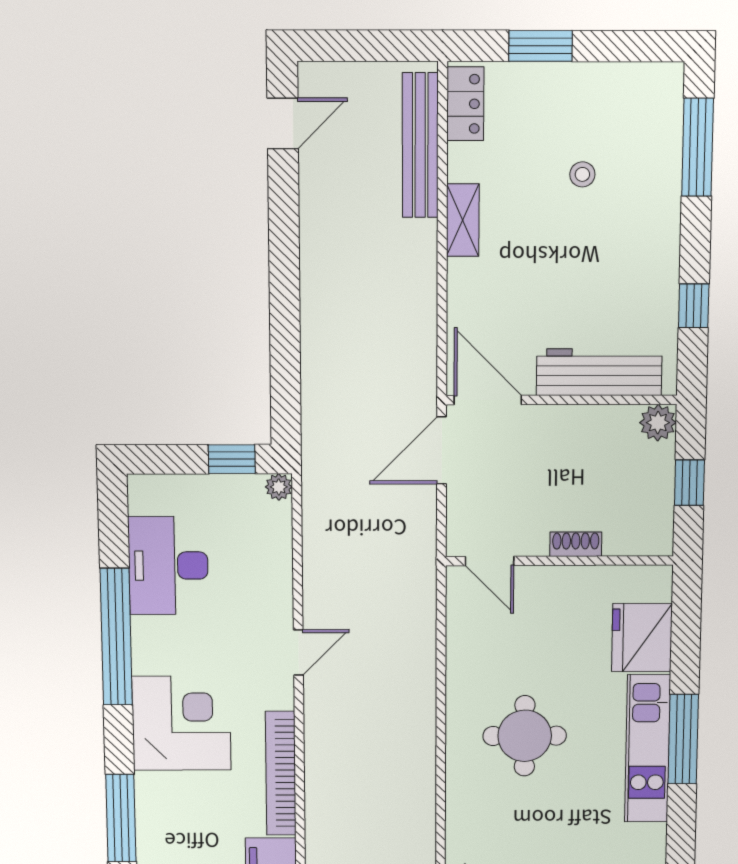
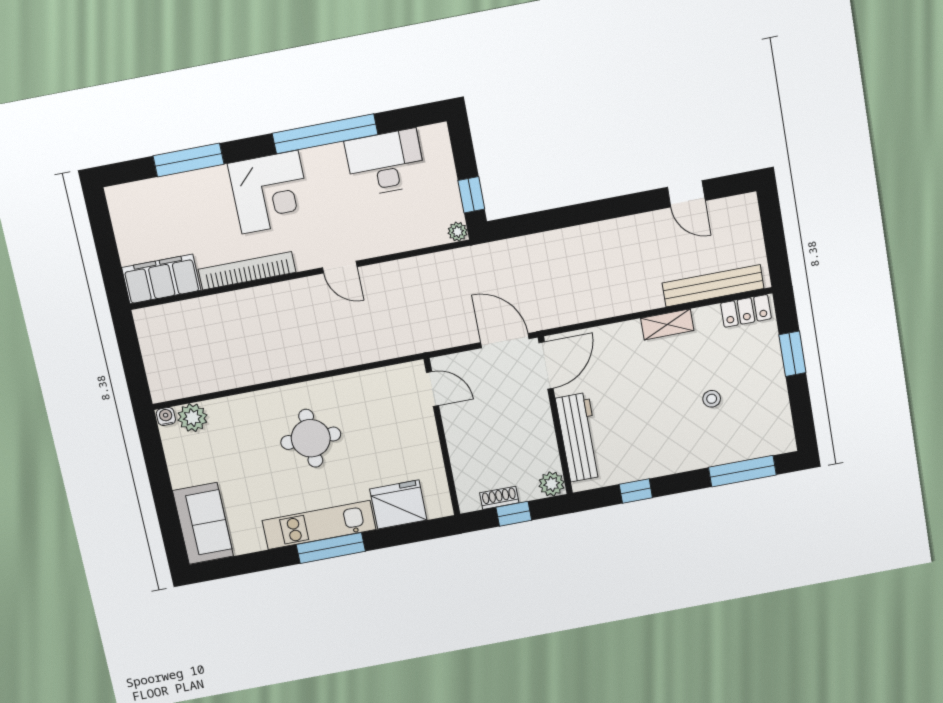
door: (283, 123) -> (686, 194), moved
shoe rack: (576, 544) -> (499, 498), moved, turned -90
door: (490, 561) -> (433, 389), swing flipped

